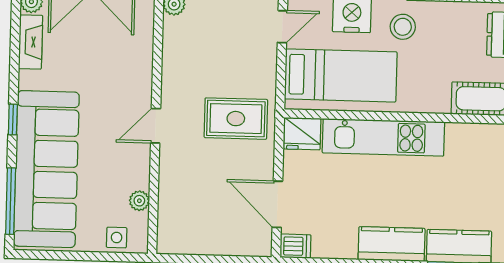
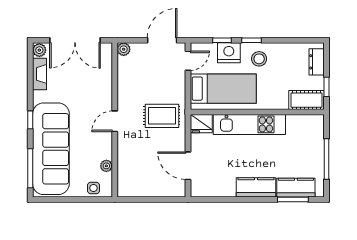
dishwasher: (295, 246) -> (199, 190), removed

